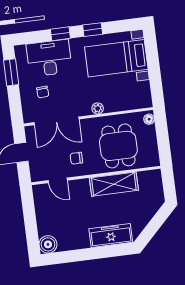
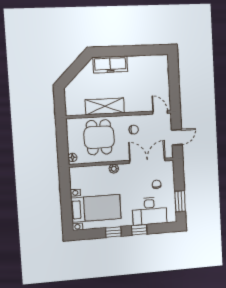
door: (58, 180) -> (160, 112), moved
boiler: (48, 244) -> (161, 62), removed

